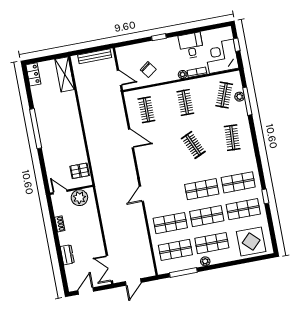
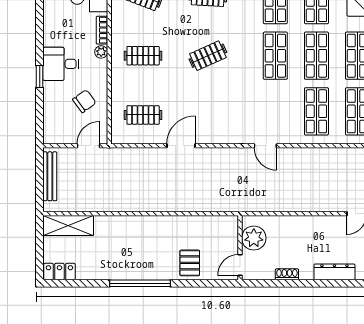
desk: (191, 46) -> (61, 64), moved
pallet: (80, 171) -> (190, 263), moved
dresser: (67, 255) -> (334, 272), width x1.44

